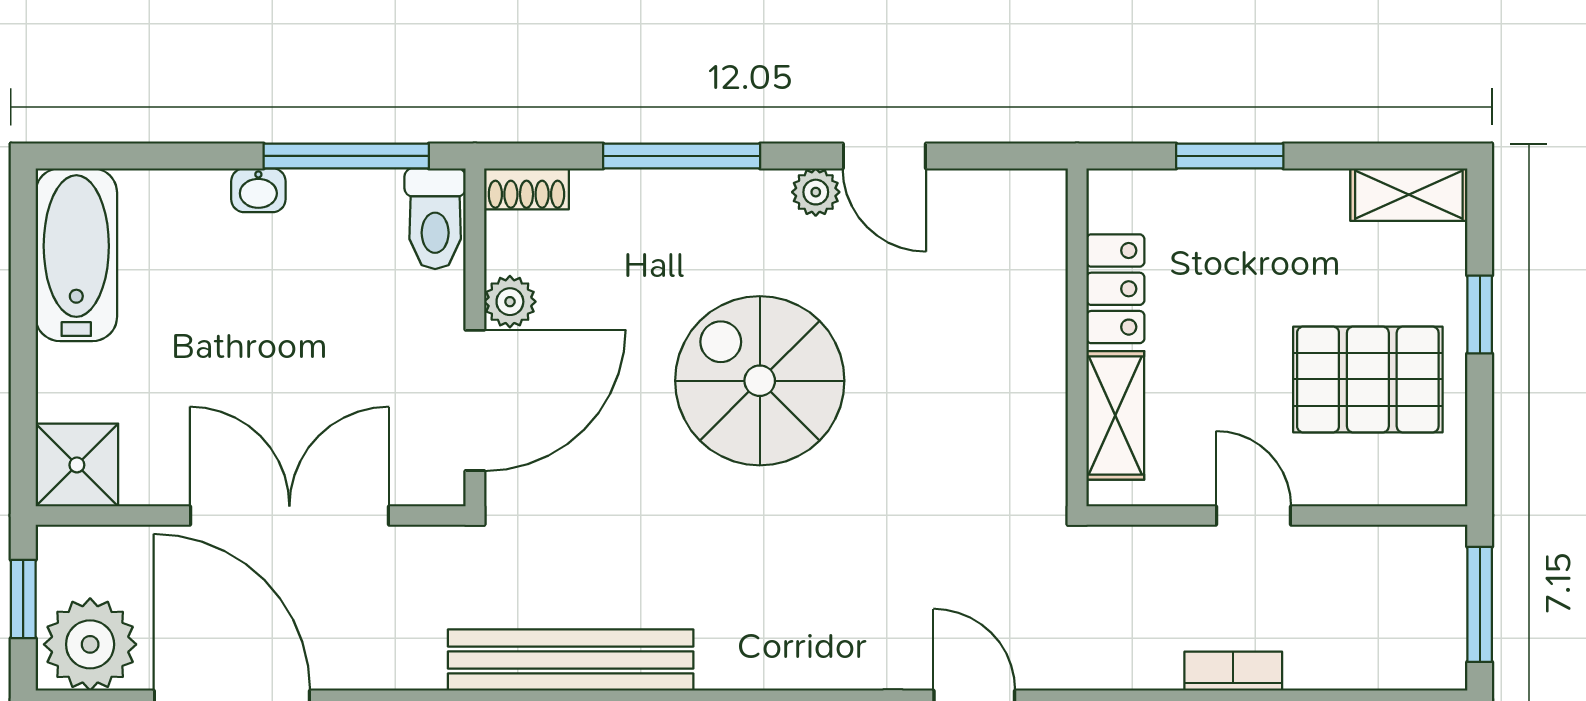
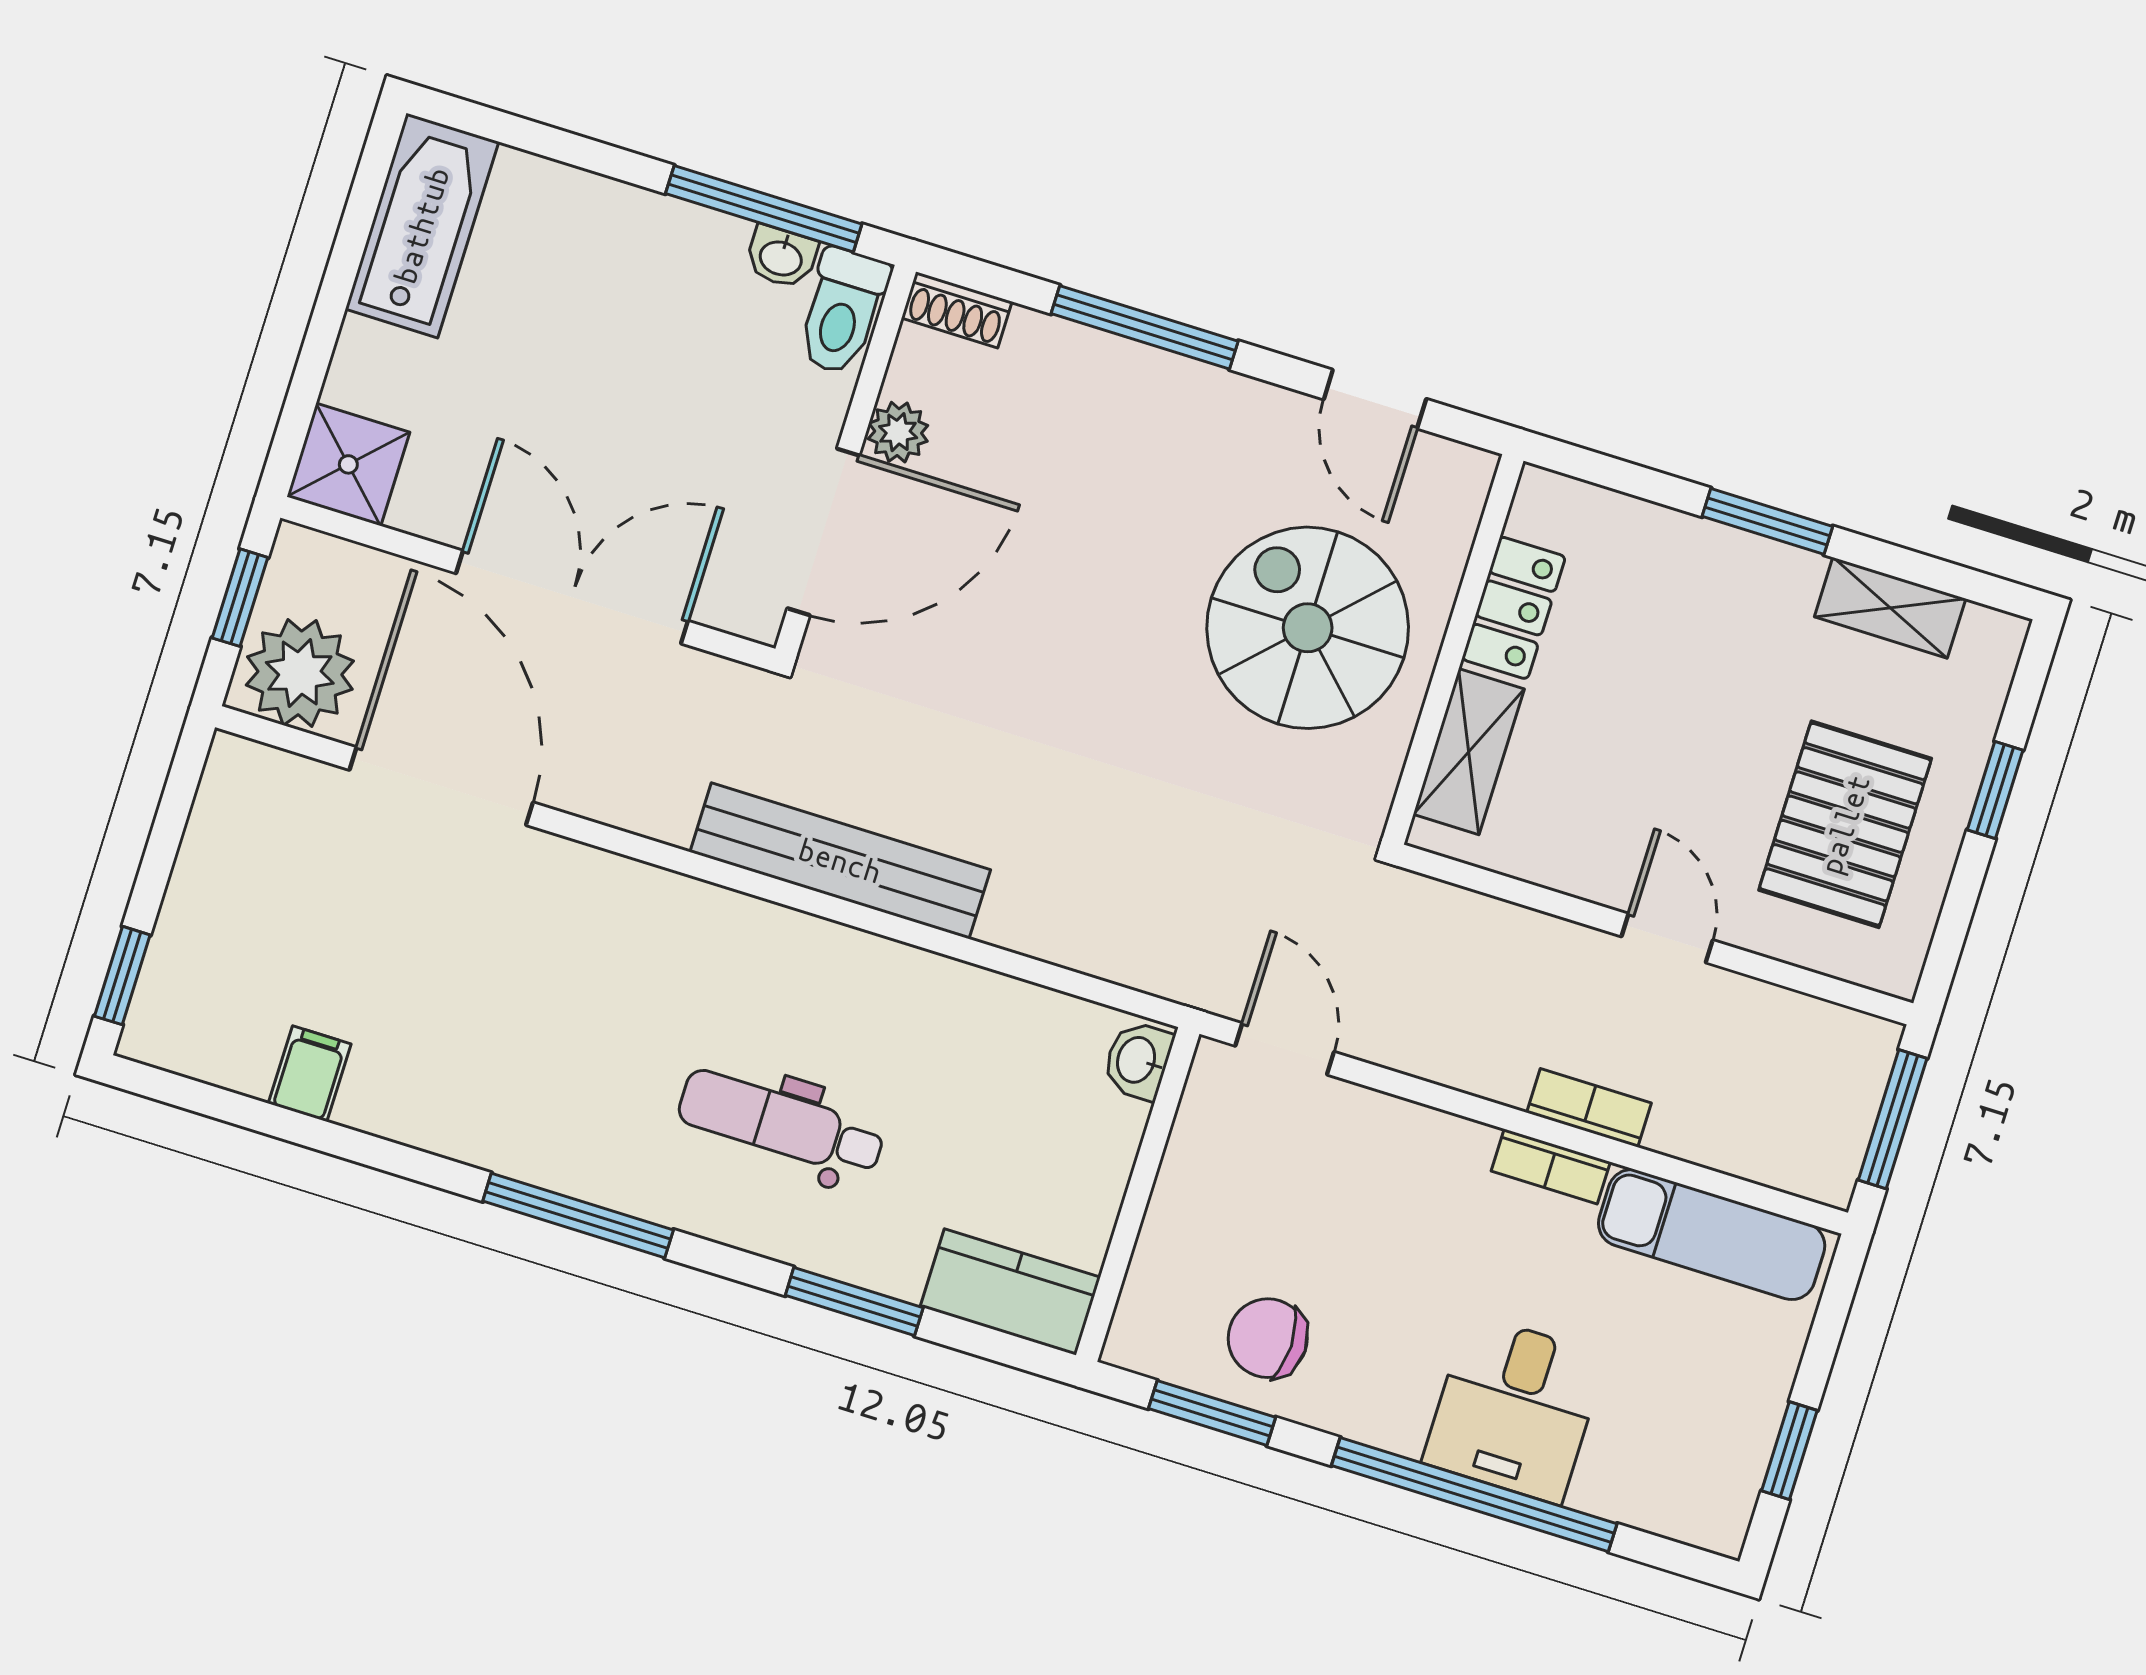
washbasin: (258, 190) -> (781, 257), moved
plant: (816, 192) -> (1284, 416), removed
shelving: (1409, 195) -> (1890, 608), moved
locker: (1115, 289) -> (1514, 608), moved
wall: (1077, 337) -> (1453, 649), moved
pallet: (1368, 379) -> (1845, 824), turned 90
spiral stairs: (760, 381) -> (1308, 628), moved
shelving: (1115, 415) -> (1469, 752), moved

